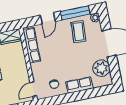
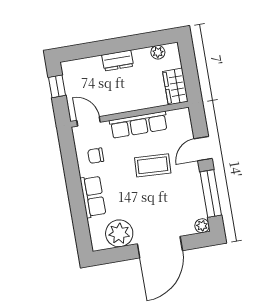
door: (48, 18) -> (203, 149), hinge flipped
coffee table: (78, 31) -> (153, 165), moved
row of seats: (32, 45) -> (139, 125), moved

